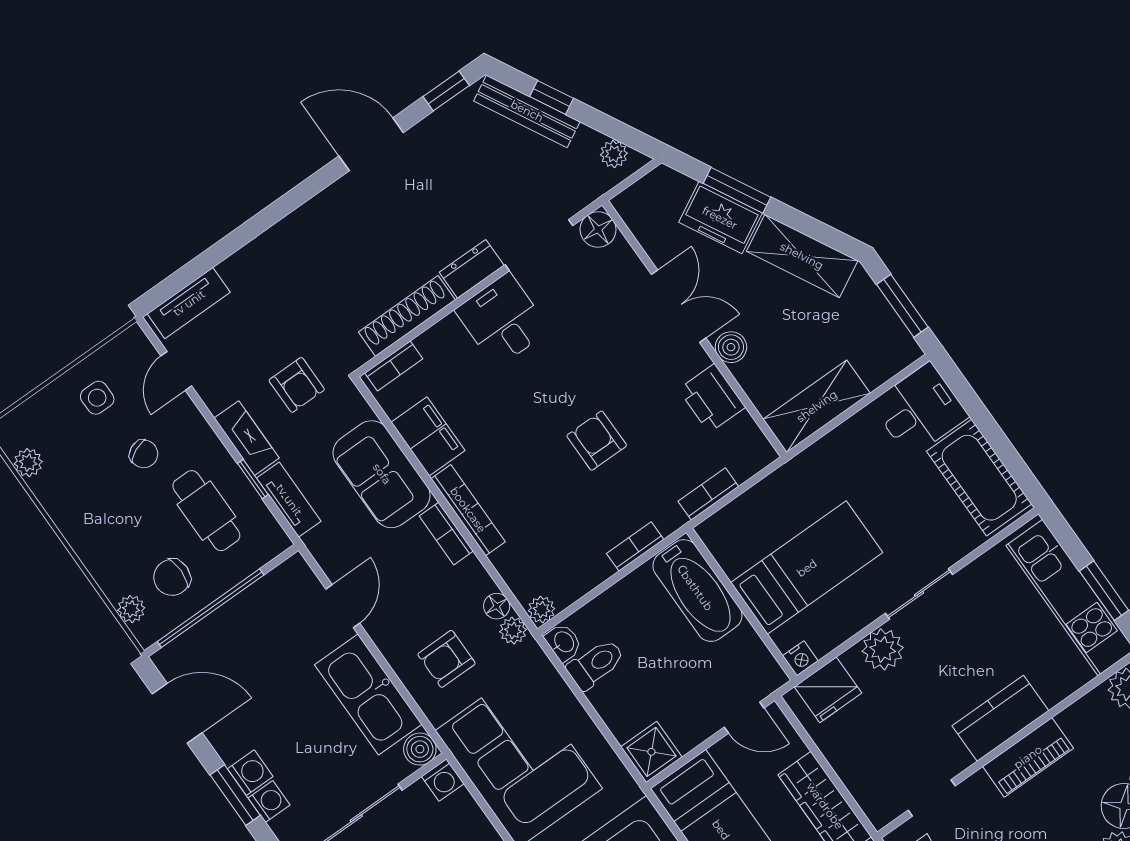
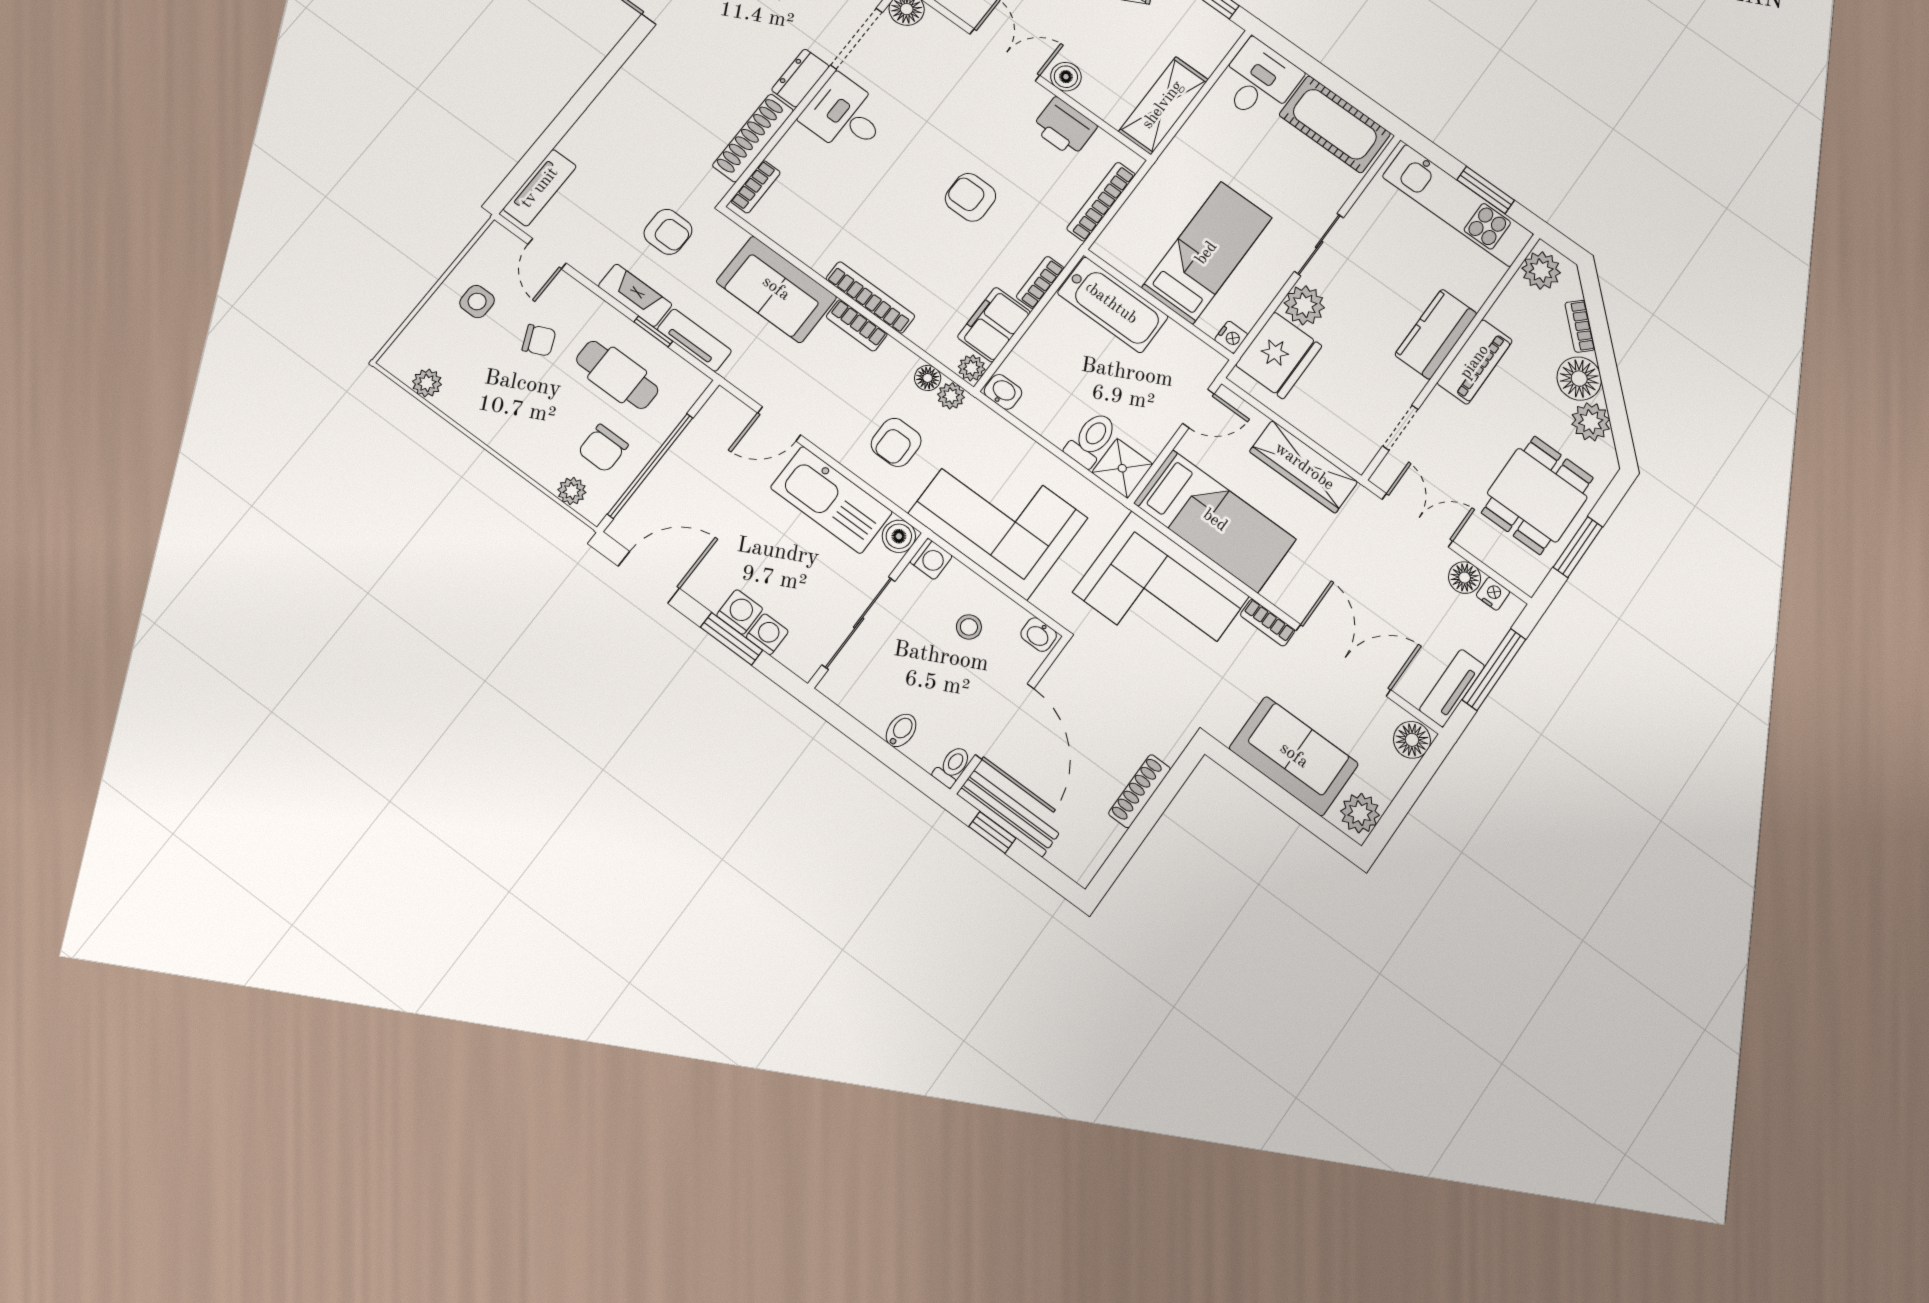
filing cabinet: (428, 436) -> (994, 325), moved, turned -90
bookcase: (708, 494) -> (1101, 202), width x1.56
door: (343, 606) -> (779, 424), swing flipped
toilet: (596, 664) -> (1091, 439), moved
fridge: (828, 690) -> (1279, 355), width x1.36, depth x1.34

